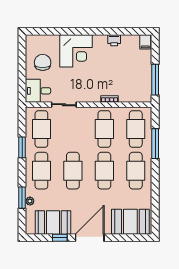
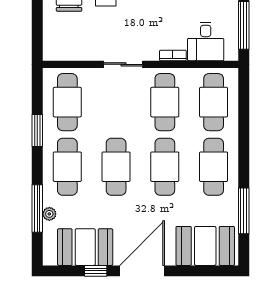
desk: (38, 91) -> (206, 41), moved, turned -90
sliding door: (64, 105) -> (123, 64), moved
window: (155, 144) -> (244, 211), moved
window: (22, 198) -> (37, 208), width x1.44

